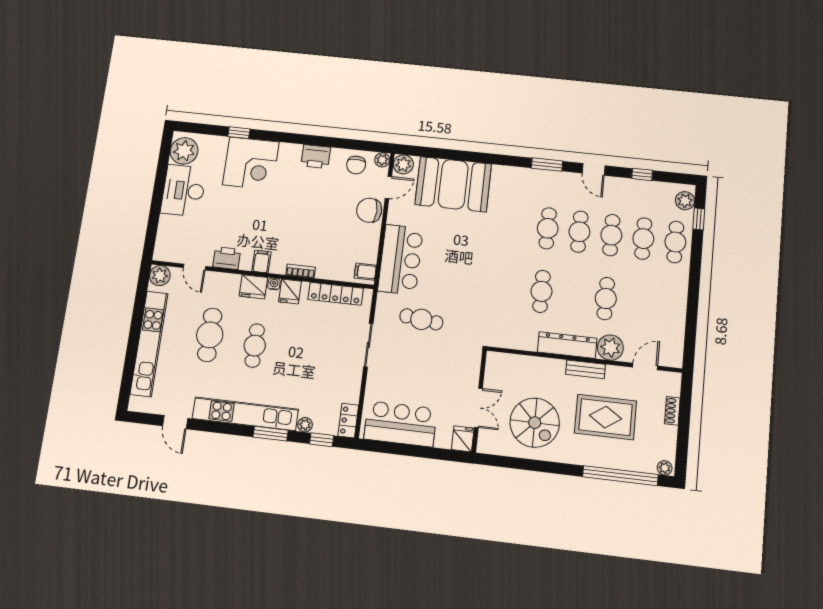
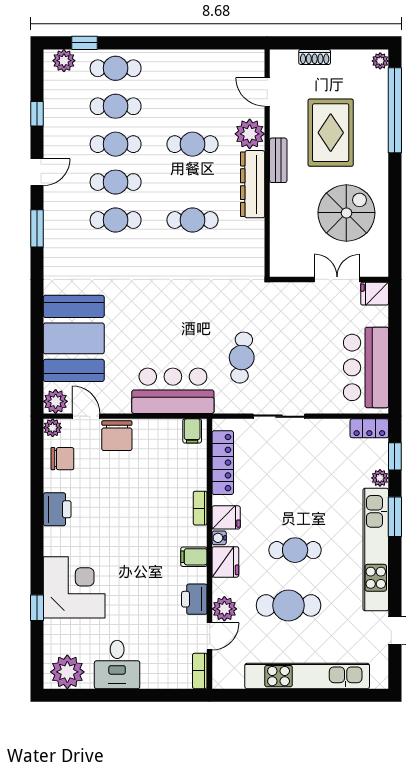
desk: (184, 191) -> (117, 665), width x0.73
bookcase: (168, 256) -> (200, 671), added
plant: (160, 276) -> (224, 609), moved

